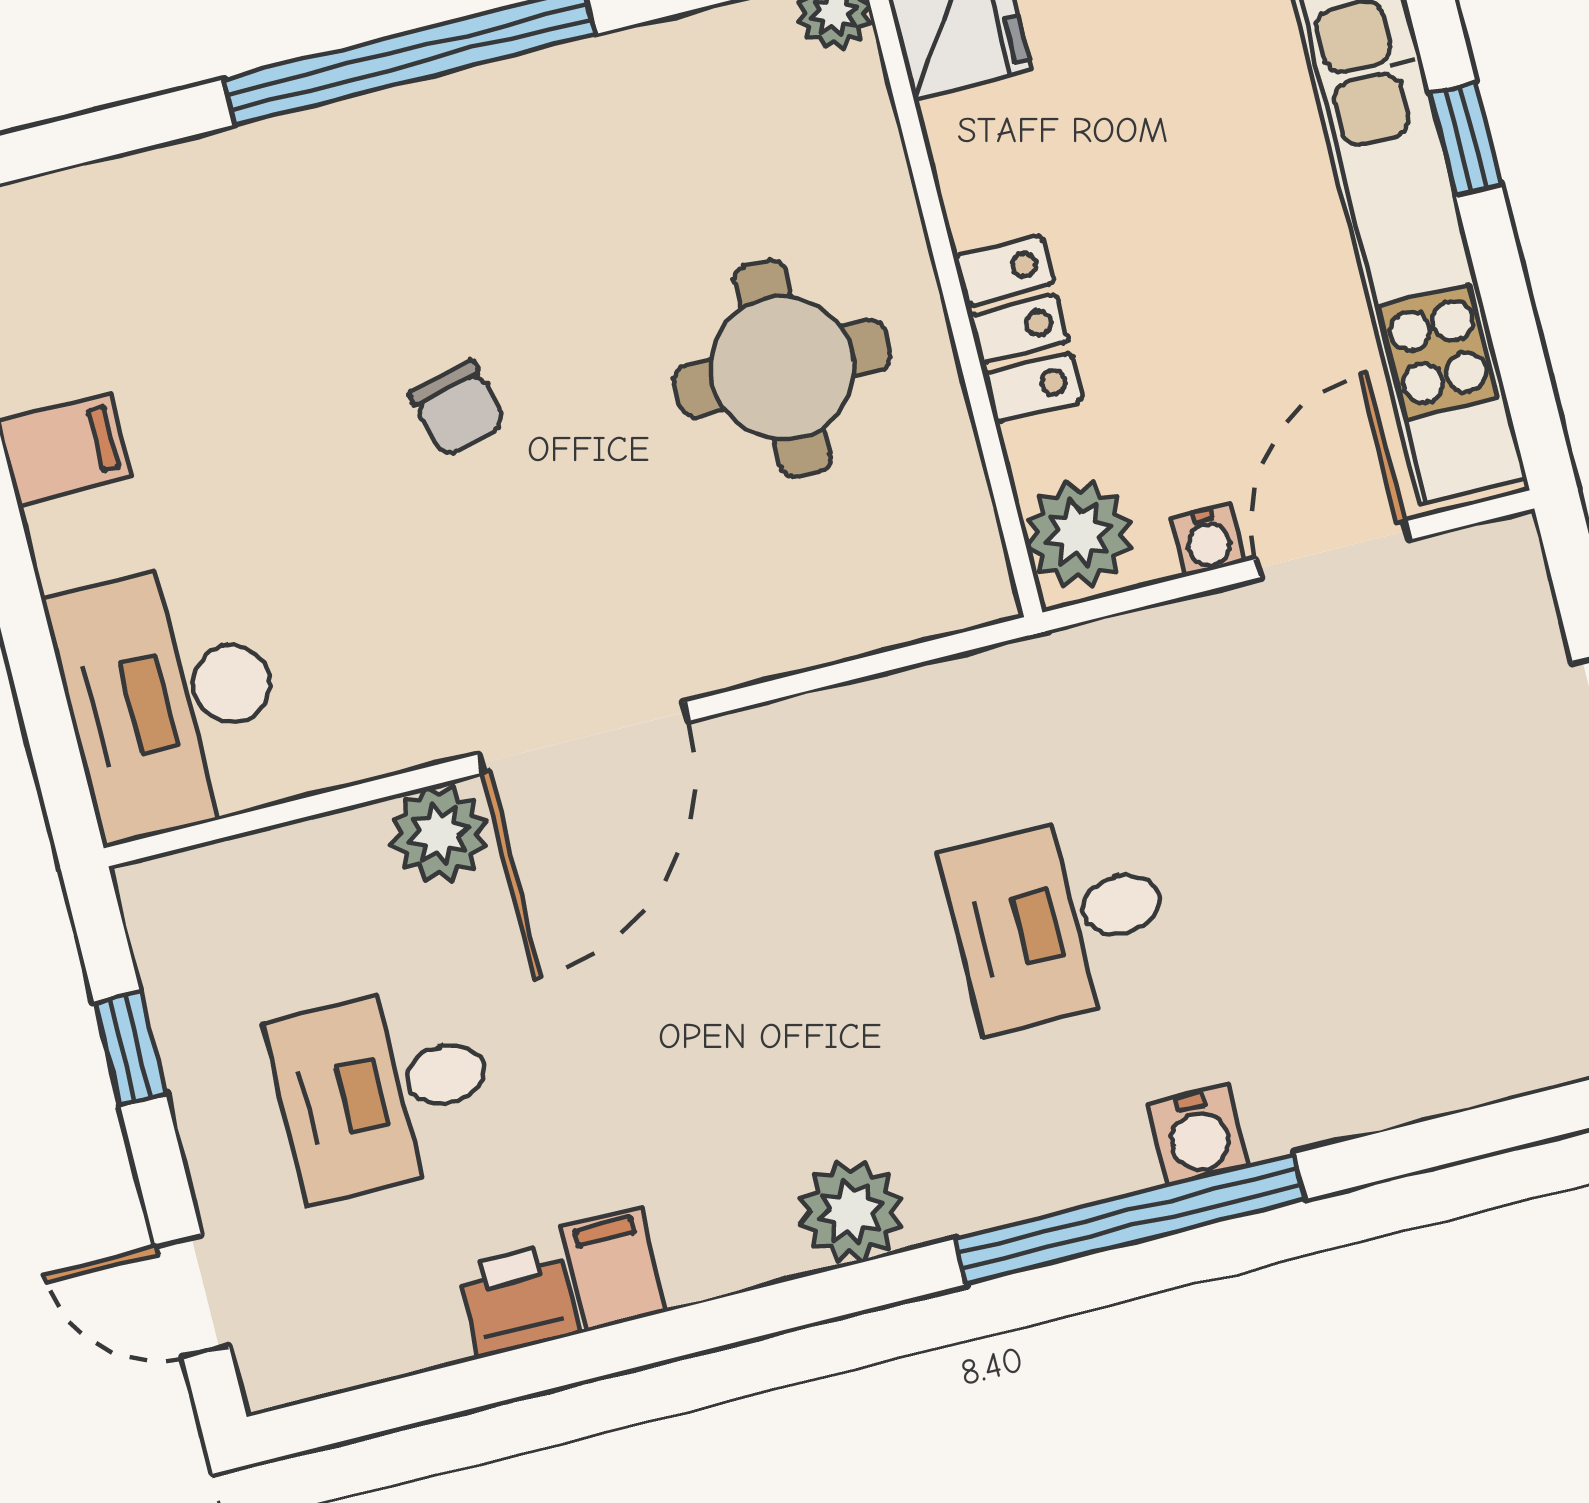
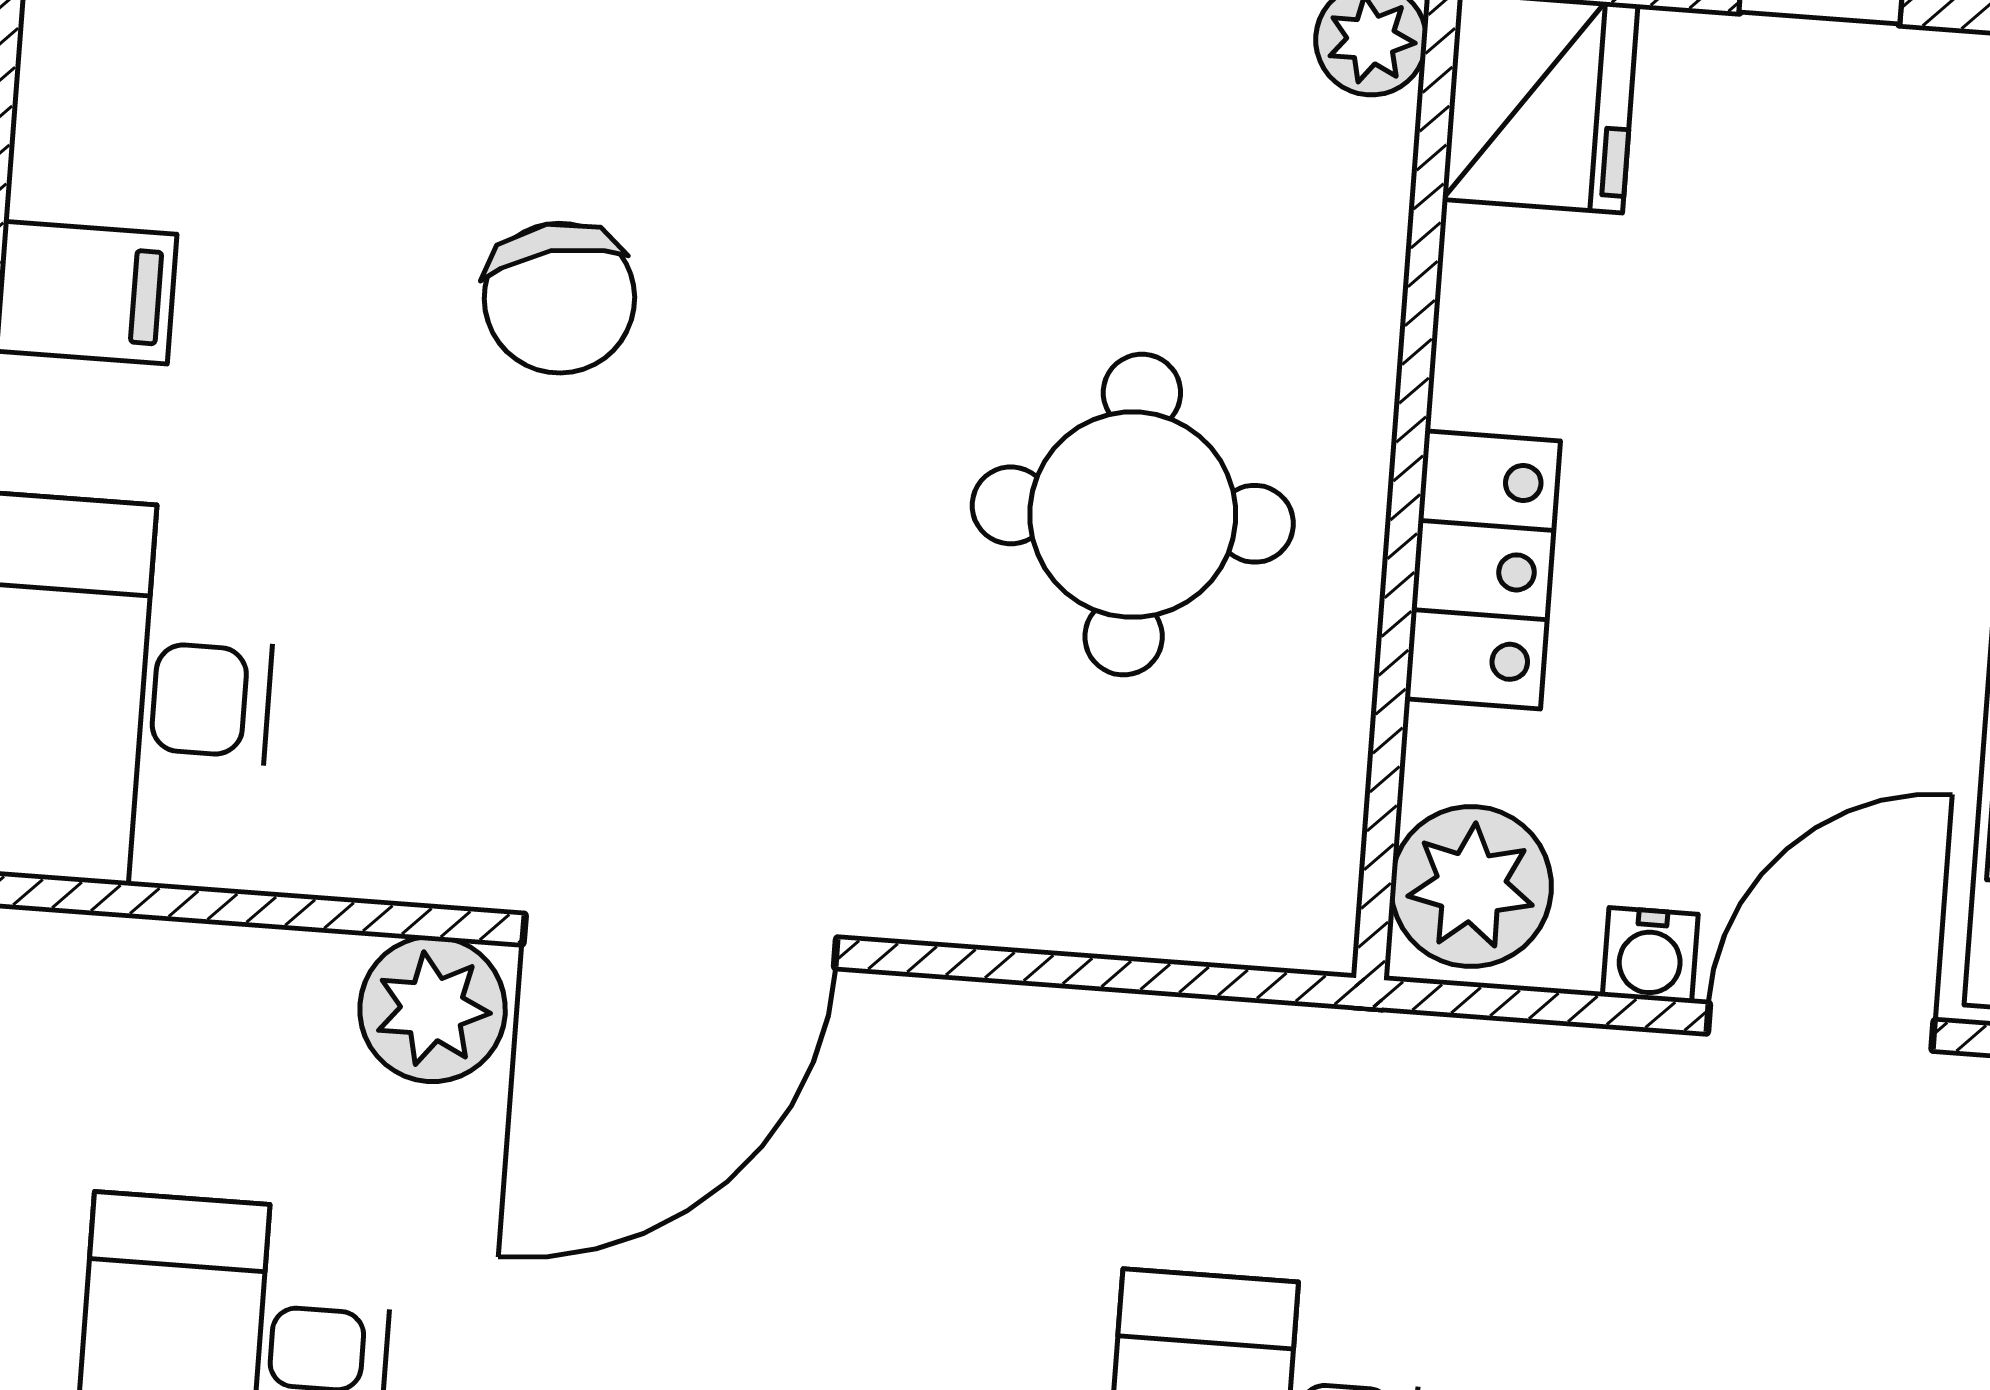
chair: (457, 409) -> (559, 298), moved, width x1.37, depth x1.37

